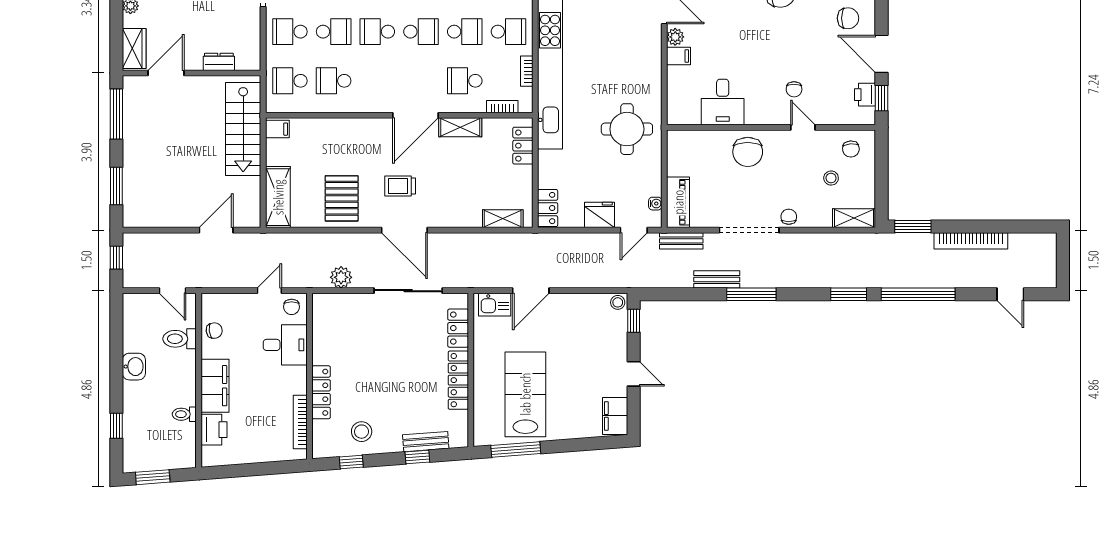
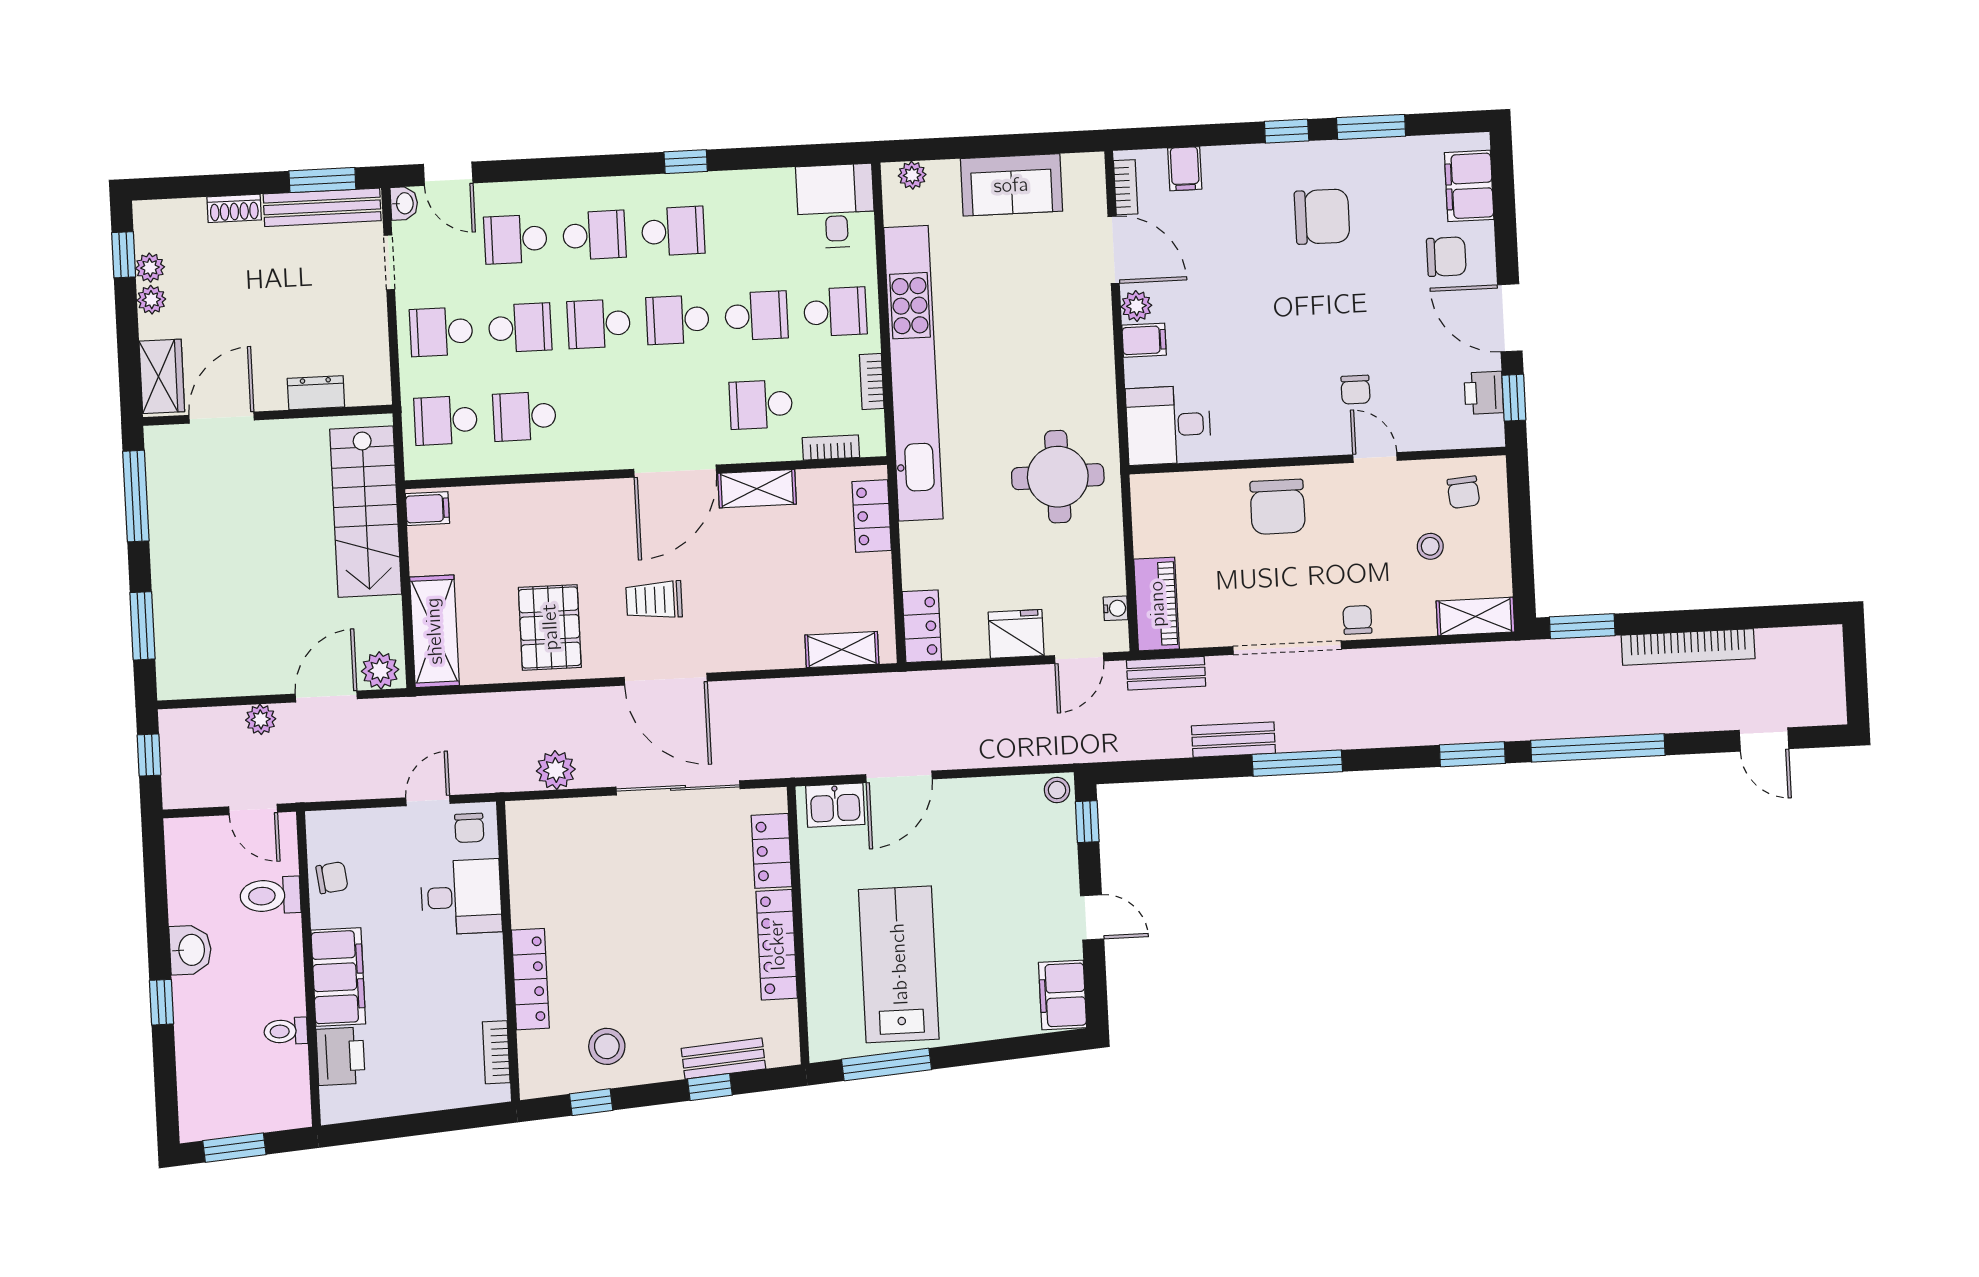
school desk: (421, 32) -> (678, 320), turned 180
desk: (723, 102) -> (1168, 425), moved, turned 90
plant: (247, 217) -> (380, 670), added
plant: (179, 241) -> (261, 719), added
bookcase: (300, 422) -> (496, 1052), width x0.64
window: (116, 426) -> (162, 1002), moved

